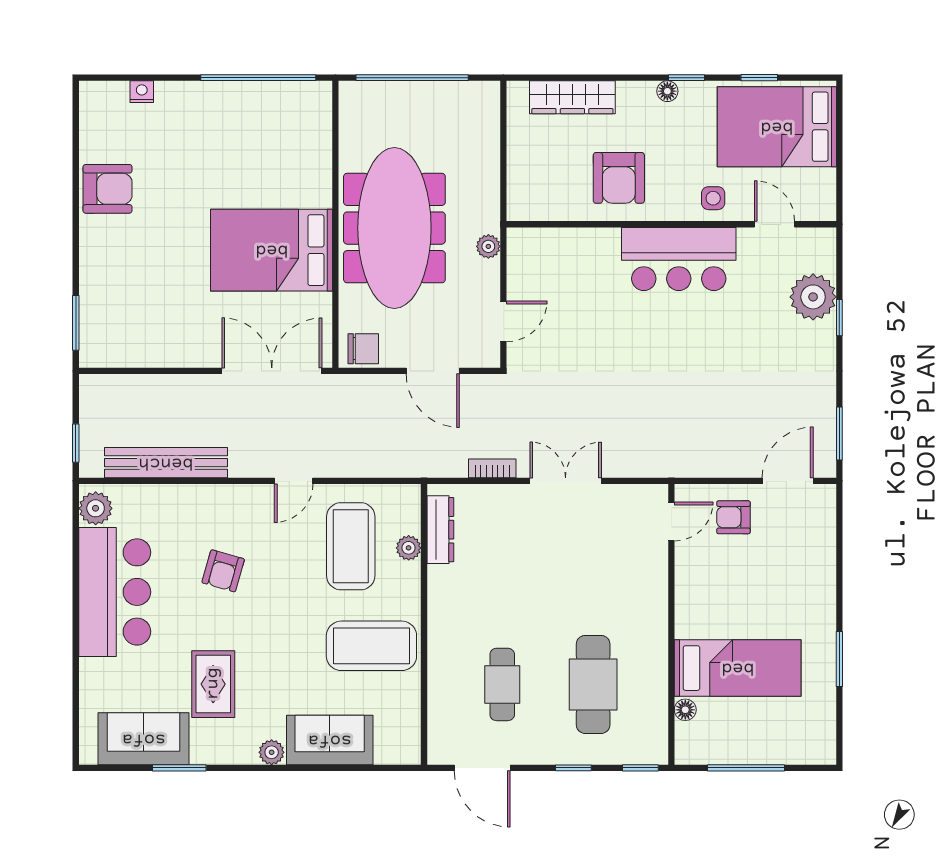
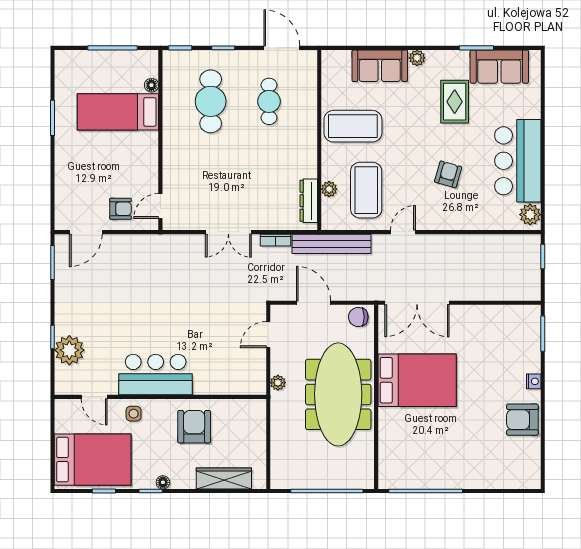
nightstand: (142, 92) -> (534, 381), moved, turned -90
bench: (166, 463) -> (331, 244), moved

